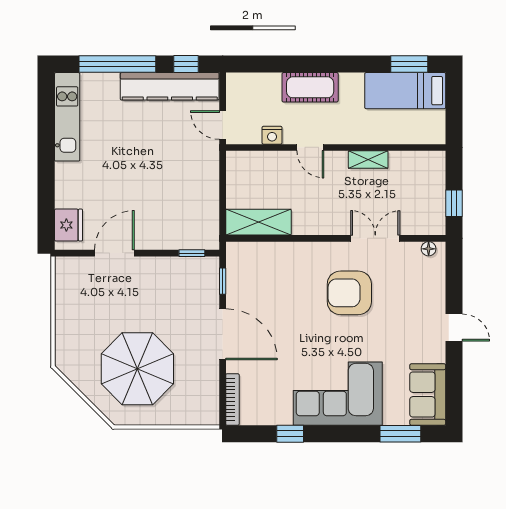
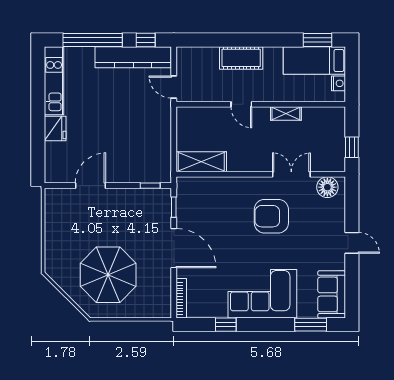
nightstand: (272, 135) -> (338, 83), moved, turned -90
fridge: (69, 225) -> (55, 129), moved
floor lamp: (429, 249) -> (327, 187), width x1.89, depth x1.89

